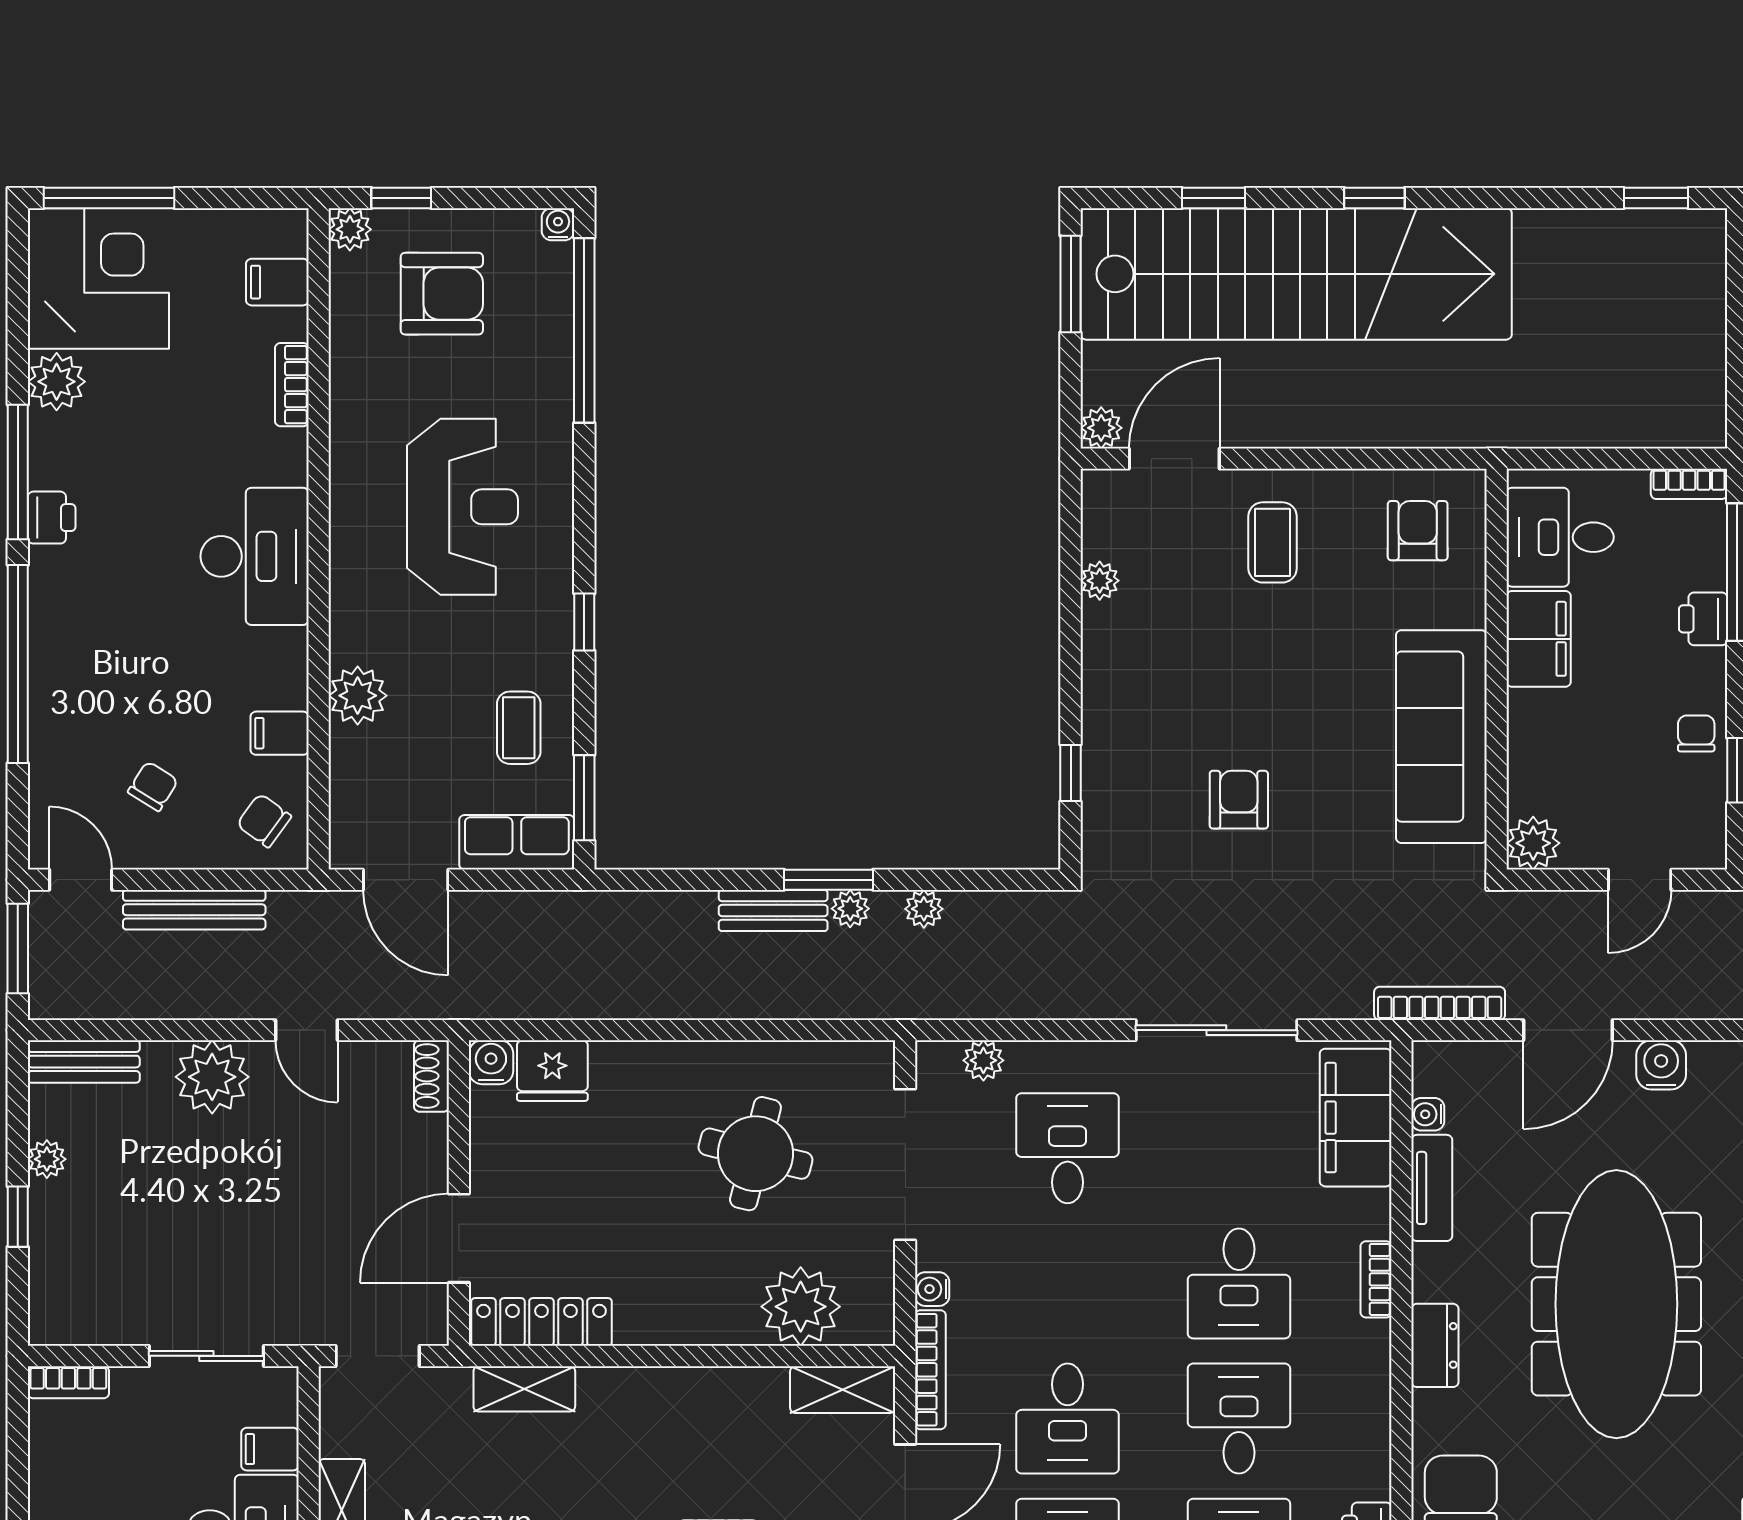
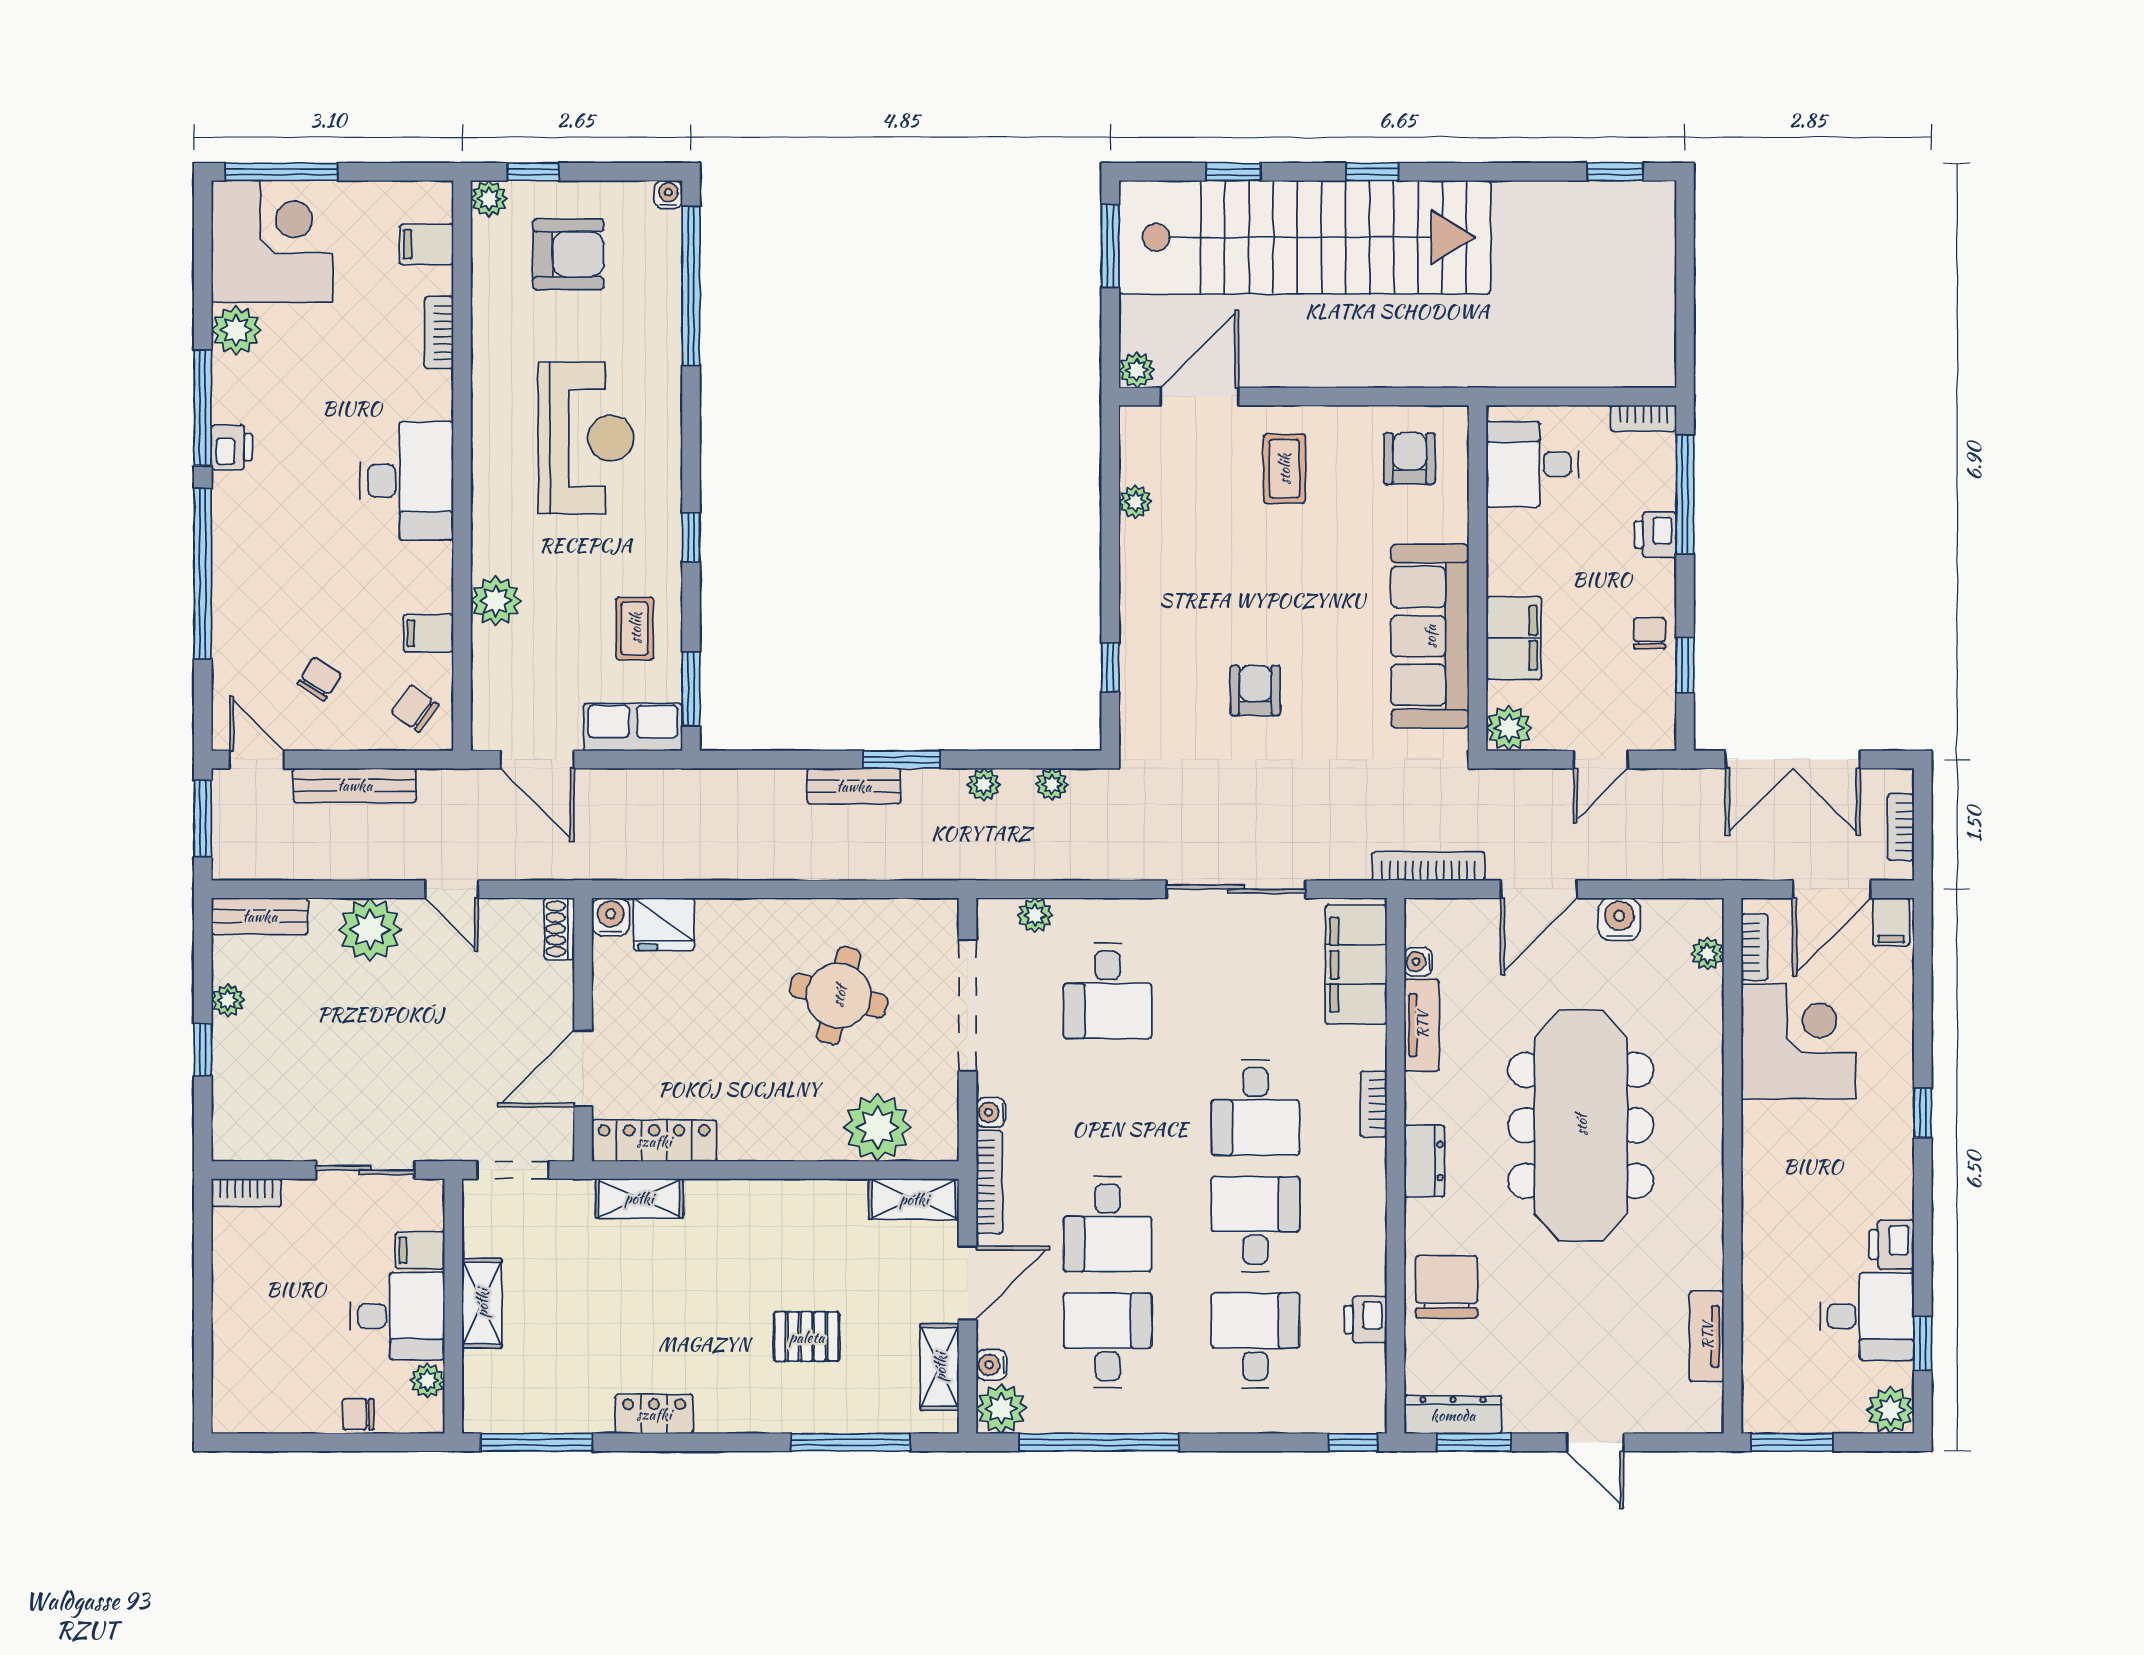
filing cabinet: (1539, 639) -> (1514, 638), moved
plant: (850, 909) -> (1052, 784), moved
desk: (1068, 1148) -> (1108, 991), turned 180

